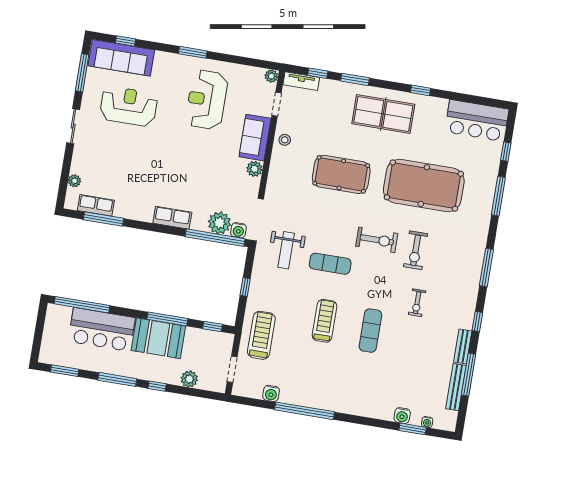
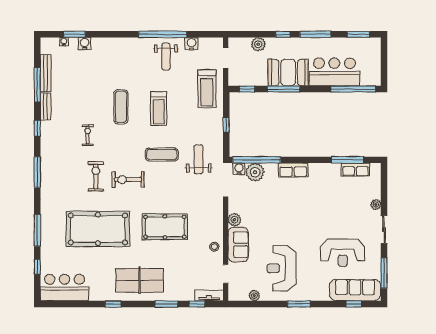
plant: (271, 76) -> (254, 296), moved
reception desk: (207, 100) -> (282, 268), turned 180
plant: (74, 181) -> (376, 204), moved
weight bench: (305, 383) -> (166, 57), added

